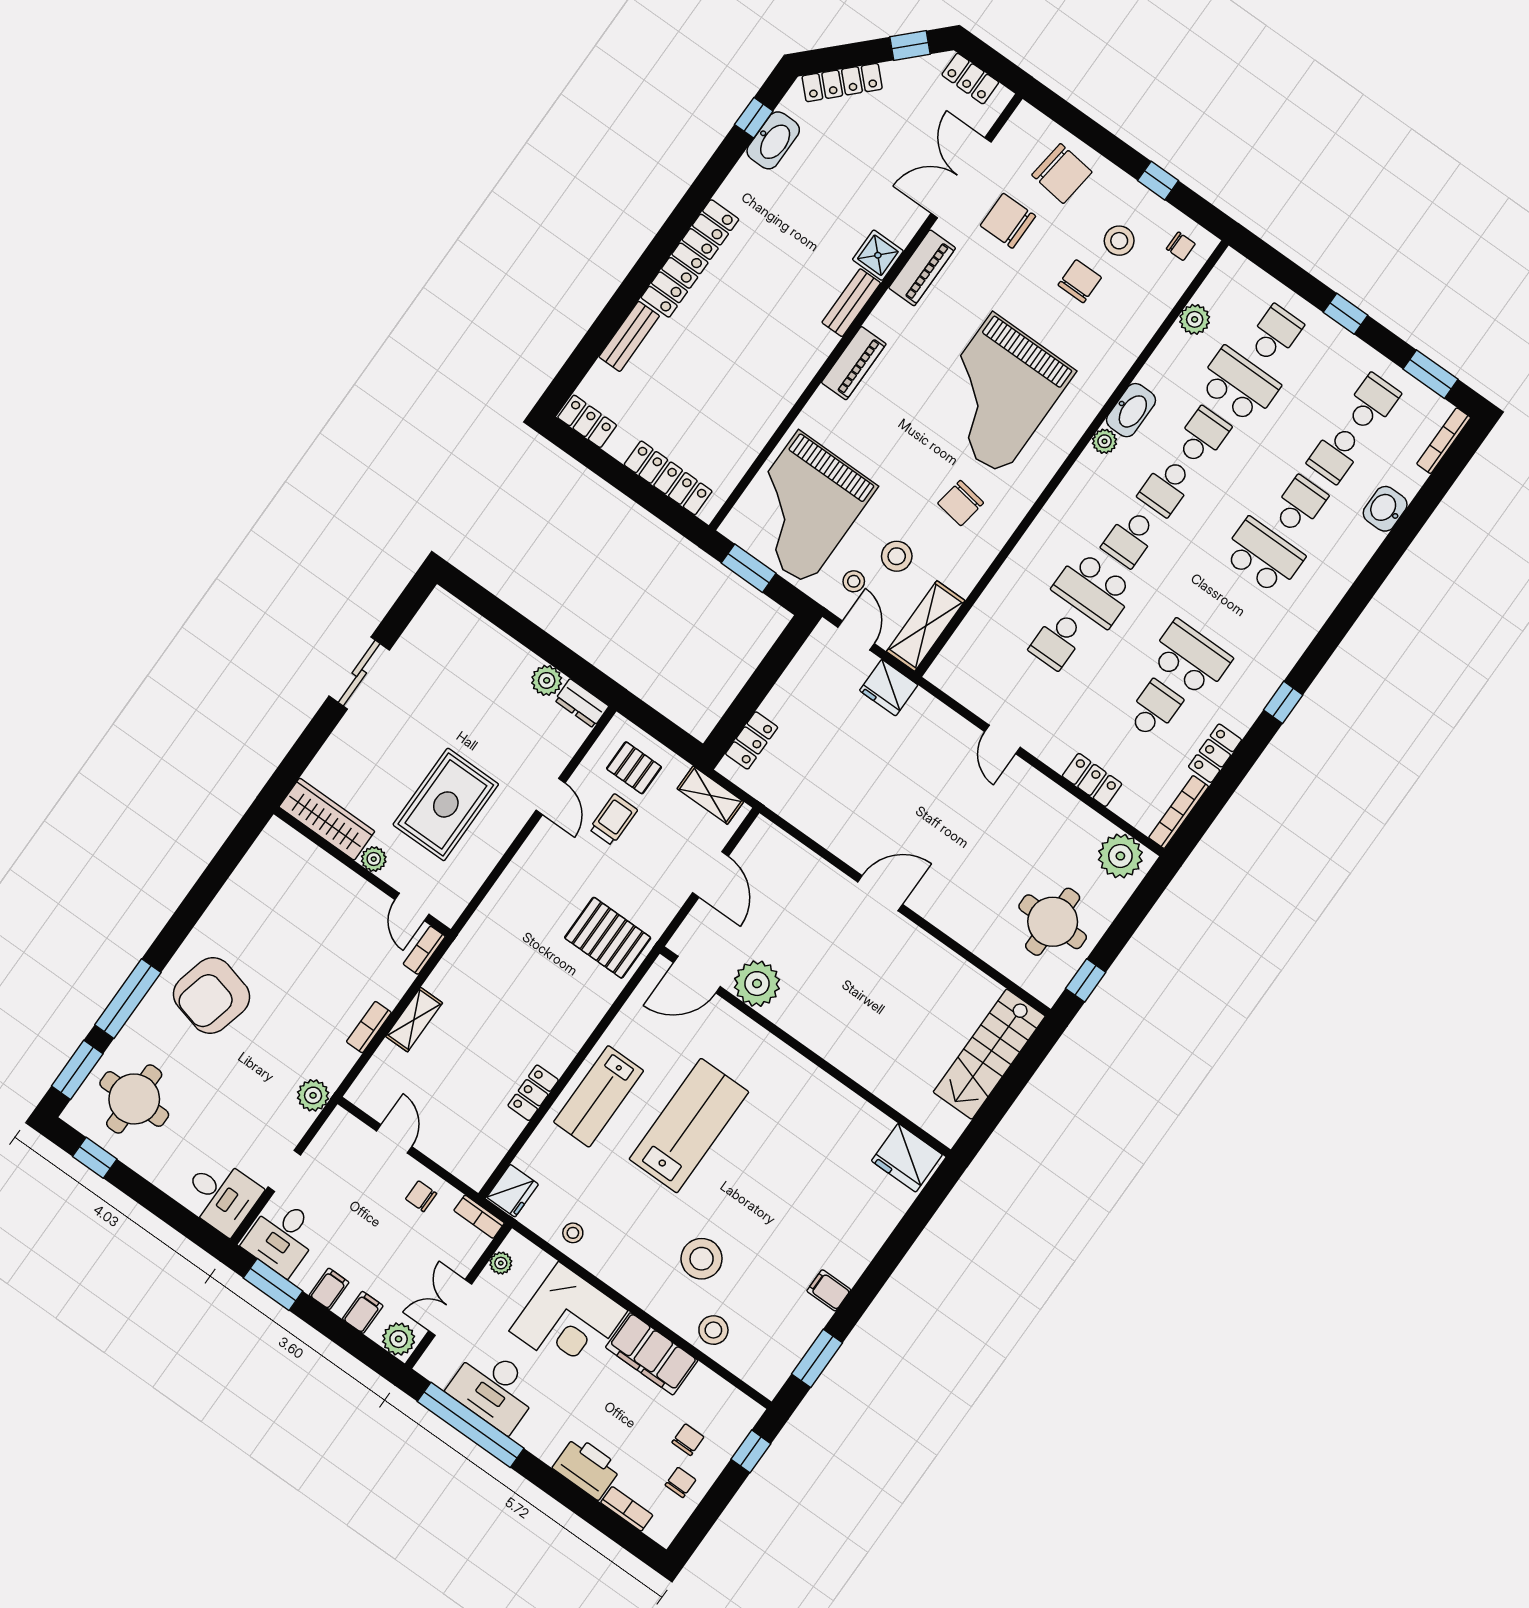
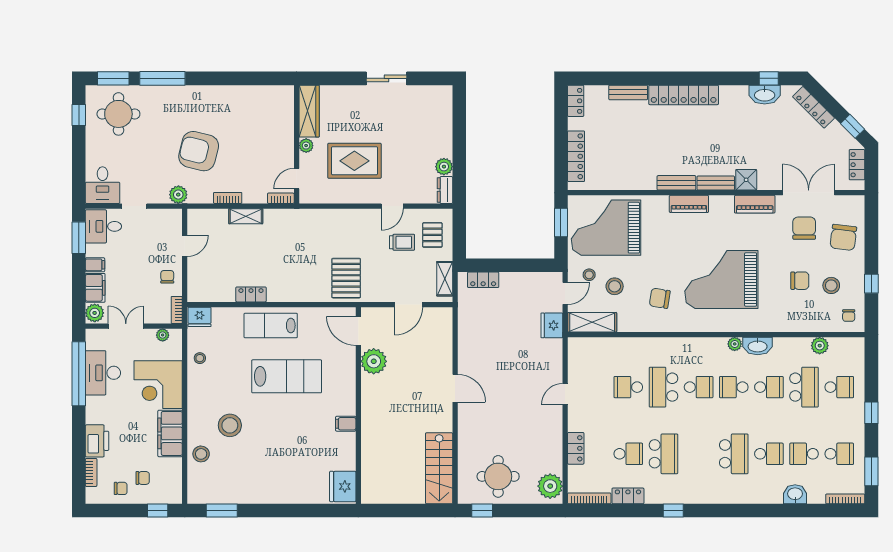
bench: (810, 360) -> (676, 183), added
school desk: (1130, 538) -> (699, 387), turned 180
armchair: (212, 996) -> (199, 151), moved
stairs: (989, 1054) -> (439, 468), moved, turned -90
filing cabinet: (829, 1290) -> (346, 424), moved, turned -90
filing cabinet: (363, 1312) -> (95, 288), width x2.00

